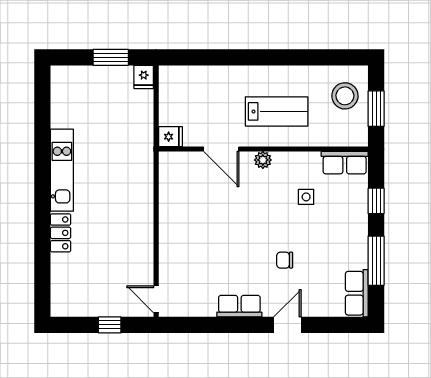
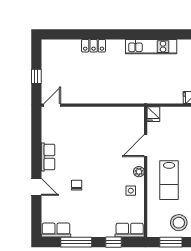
row of seats: (345, 163) -> (130, 230), moved, turned 90
kitchen unit: (62, 170) -> (151, 47), moved
side table: (306, 197) -> (131, 191), moved

